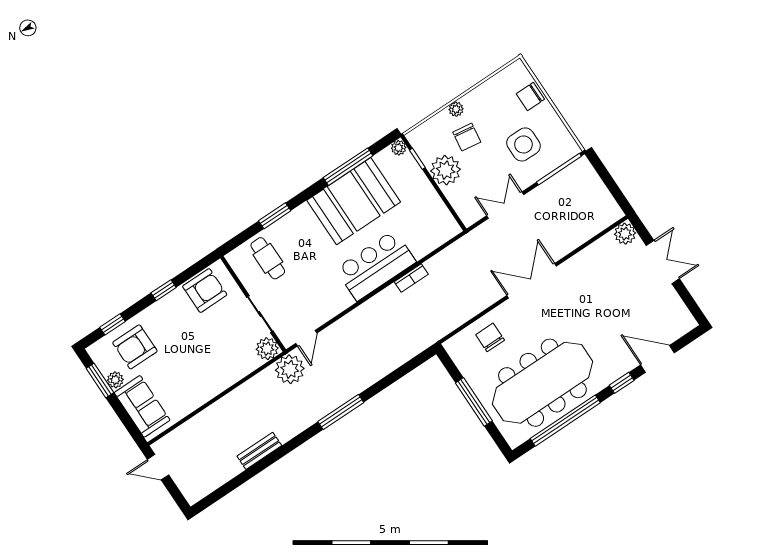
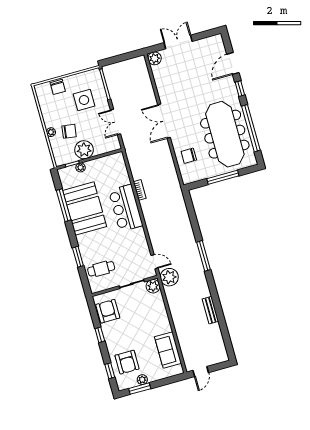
plant: (399, 148) -> (81, 167), moved
sofa: (142, 406) -> (168, 350), moved, turned -90

